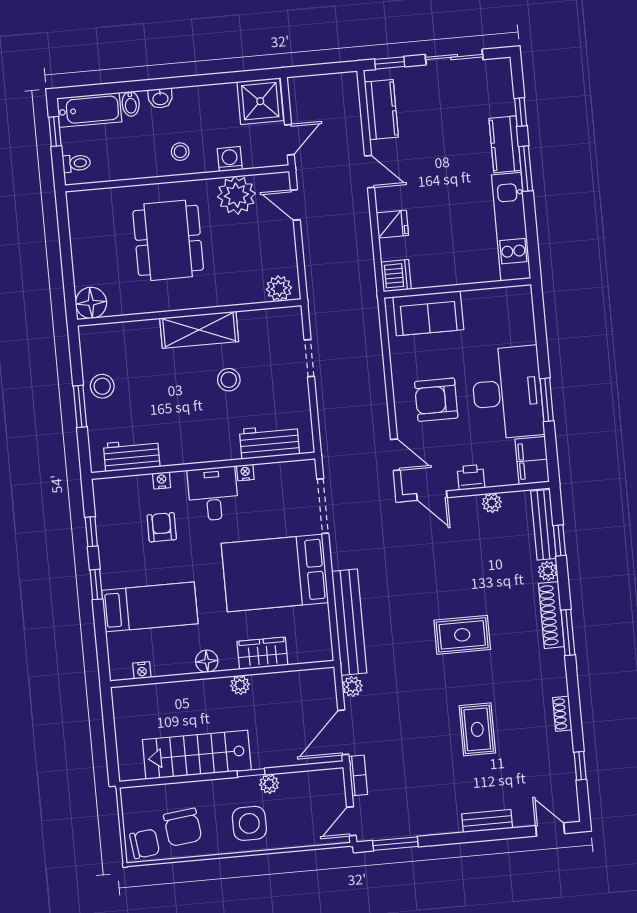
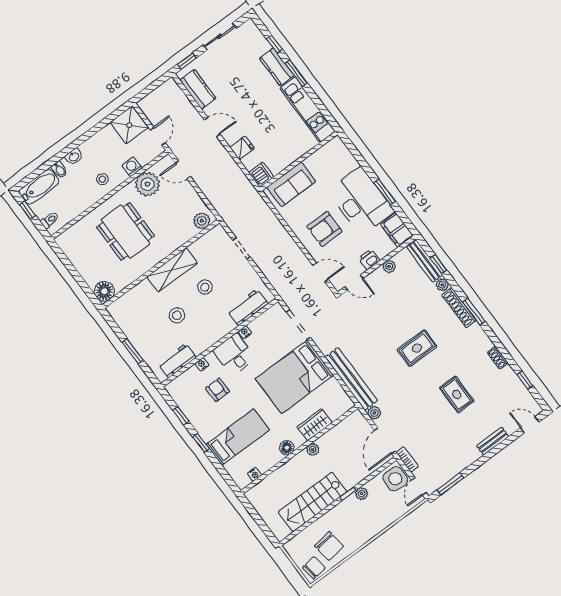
stool: (102, 386) -> (177, 315), moved
side table: (249, 823) -> (395, 479), moved

